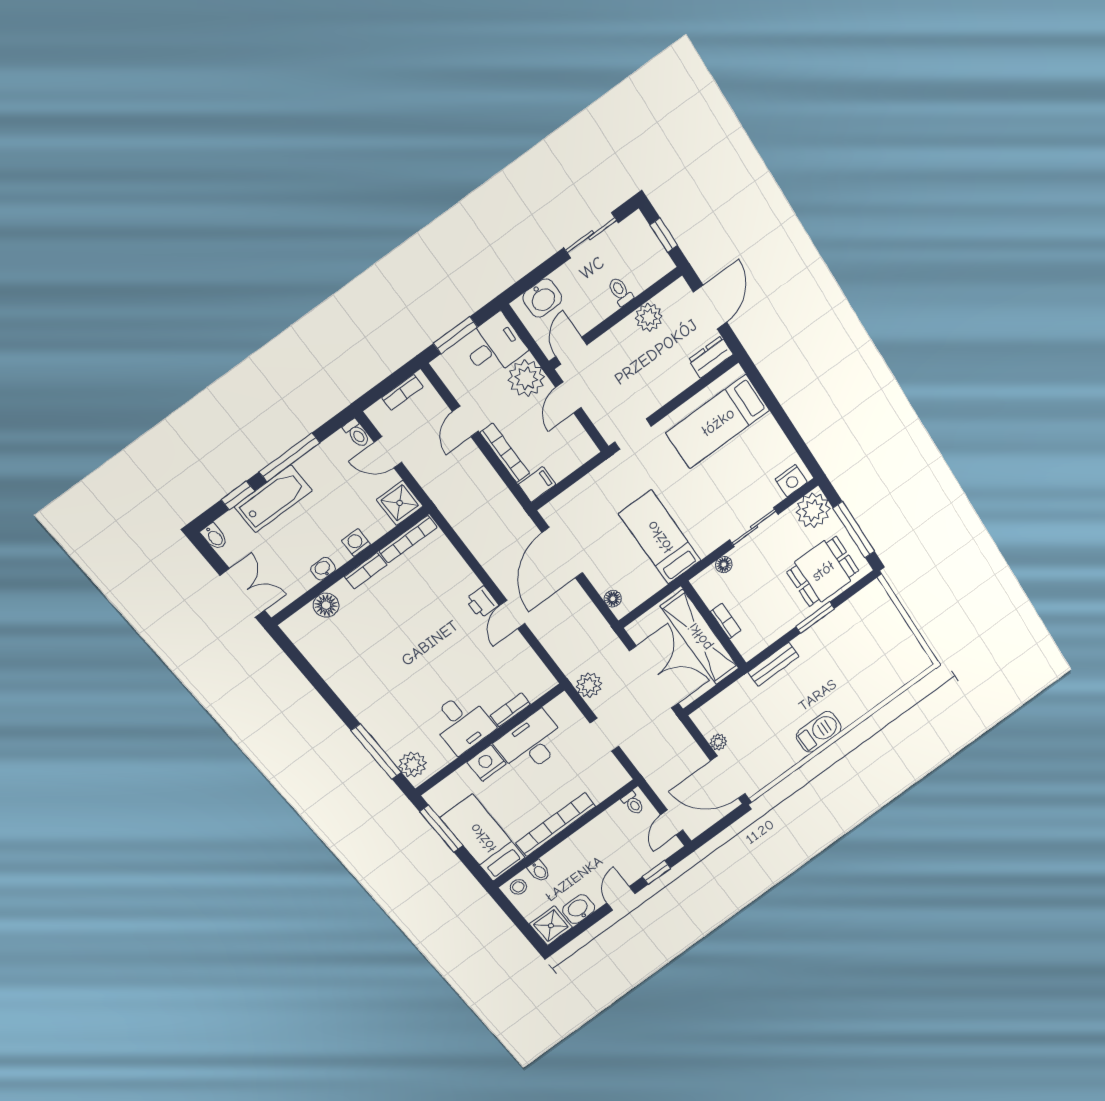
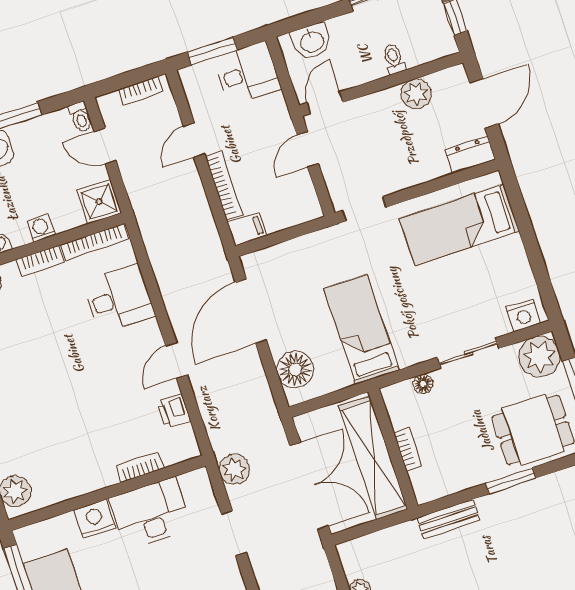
plant: (526, 378) -> (270, 116), removed
floor lamp: (613, 599) -> (295, 369), width x1.89, depth x1.89
printer: (482, 602) -> (174, 411), moved
desk: (462, 723) -> (118, 299), moved, turned -90

